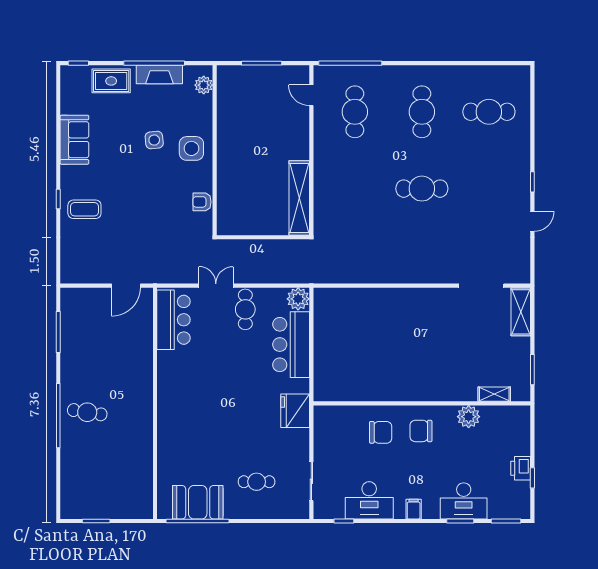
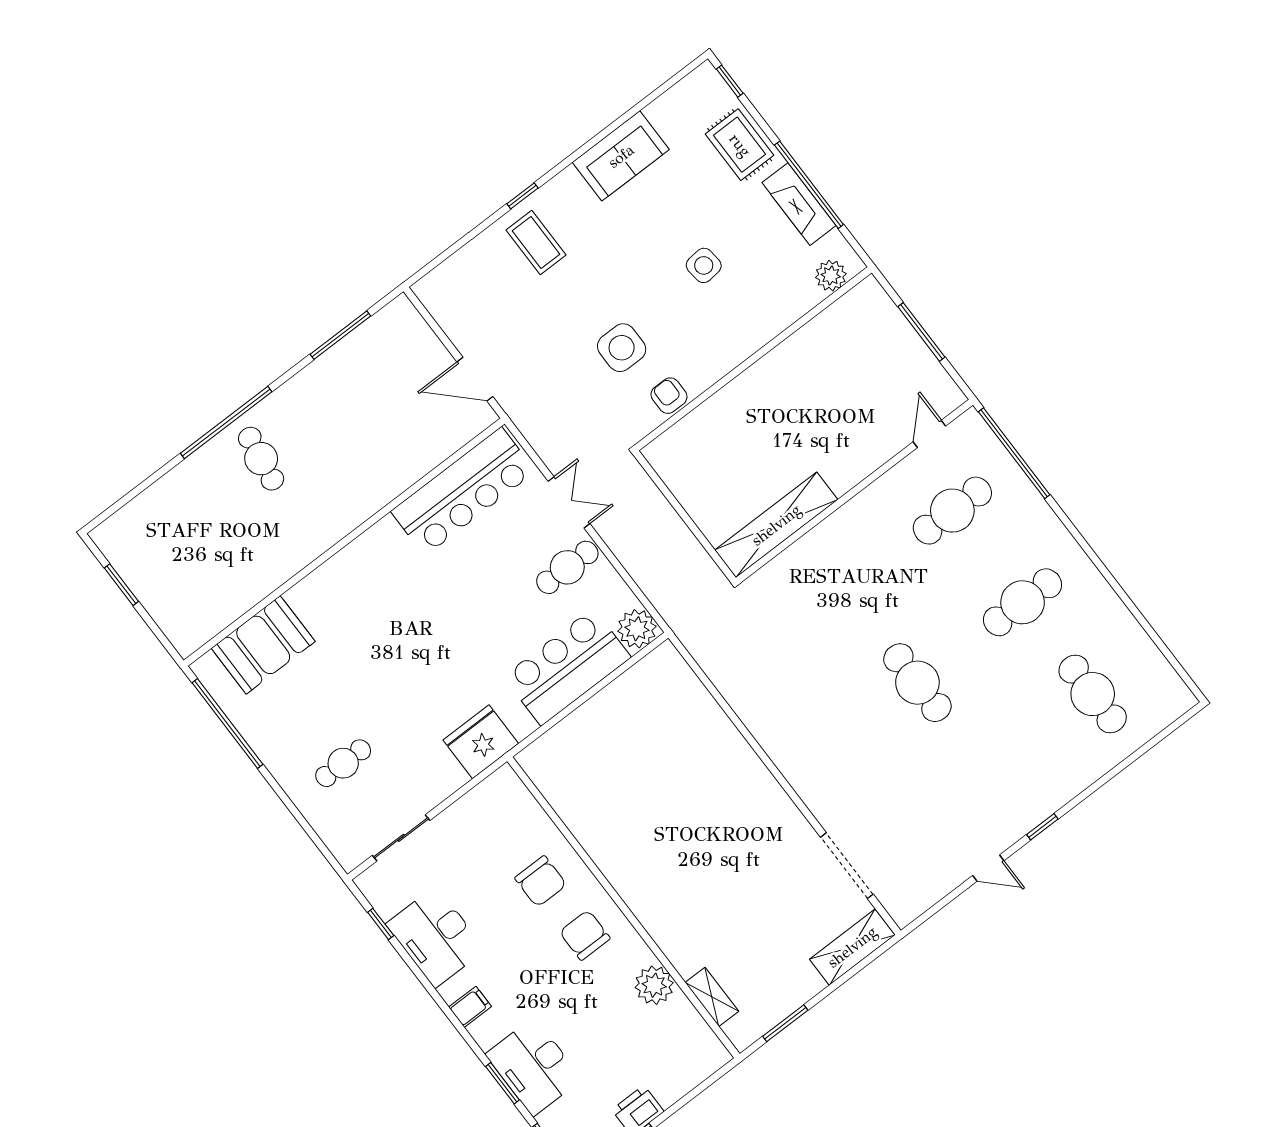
side table: (191, 148) -> (622, 348), moved
bar counter: (173, 320) -> (463, 491), width x1.36
cafe table: (257, 482) -> (343, 763), turned 90
booth: (198, 502) -> (263, 645), moved, turned 90

